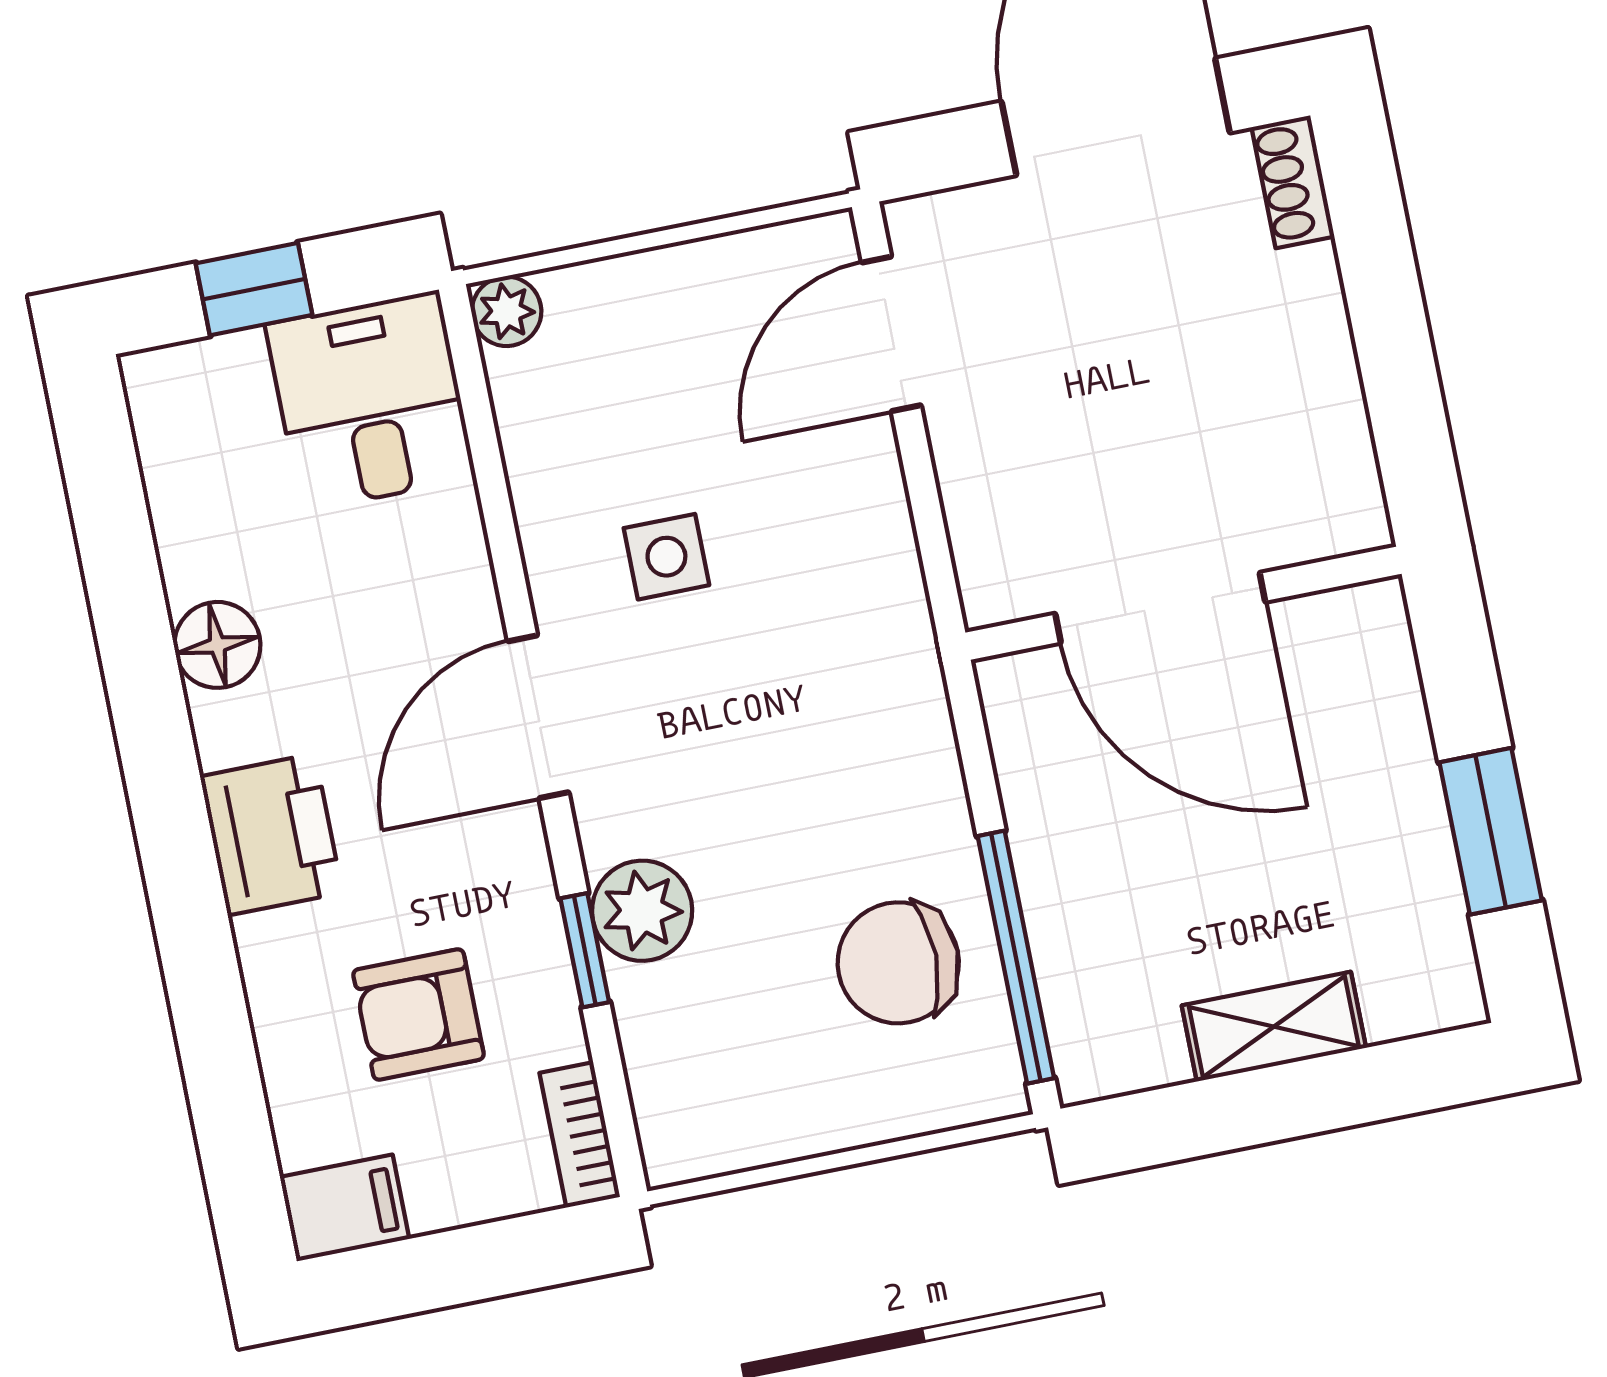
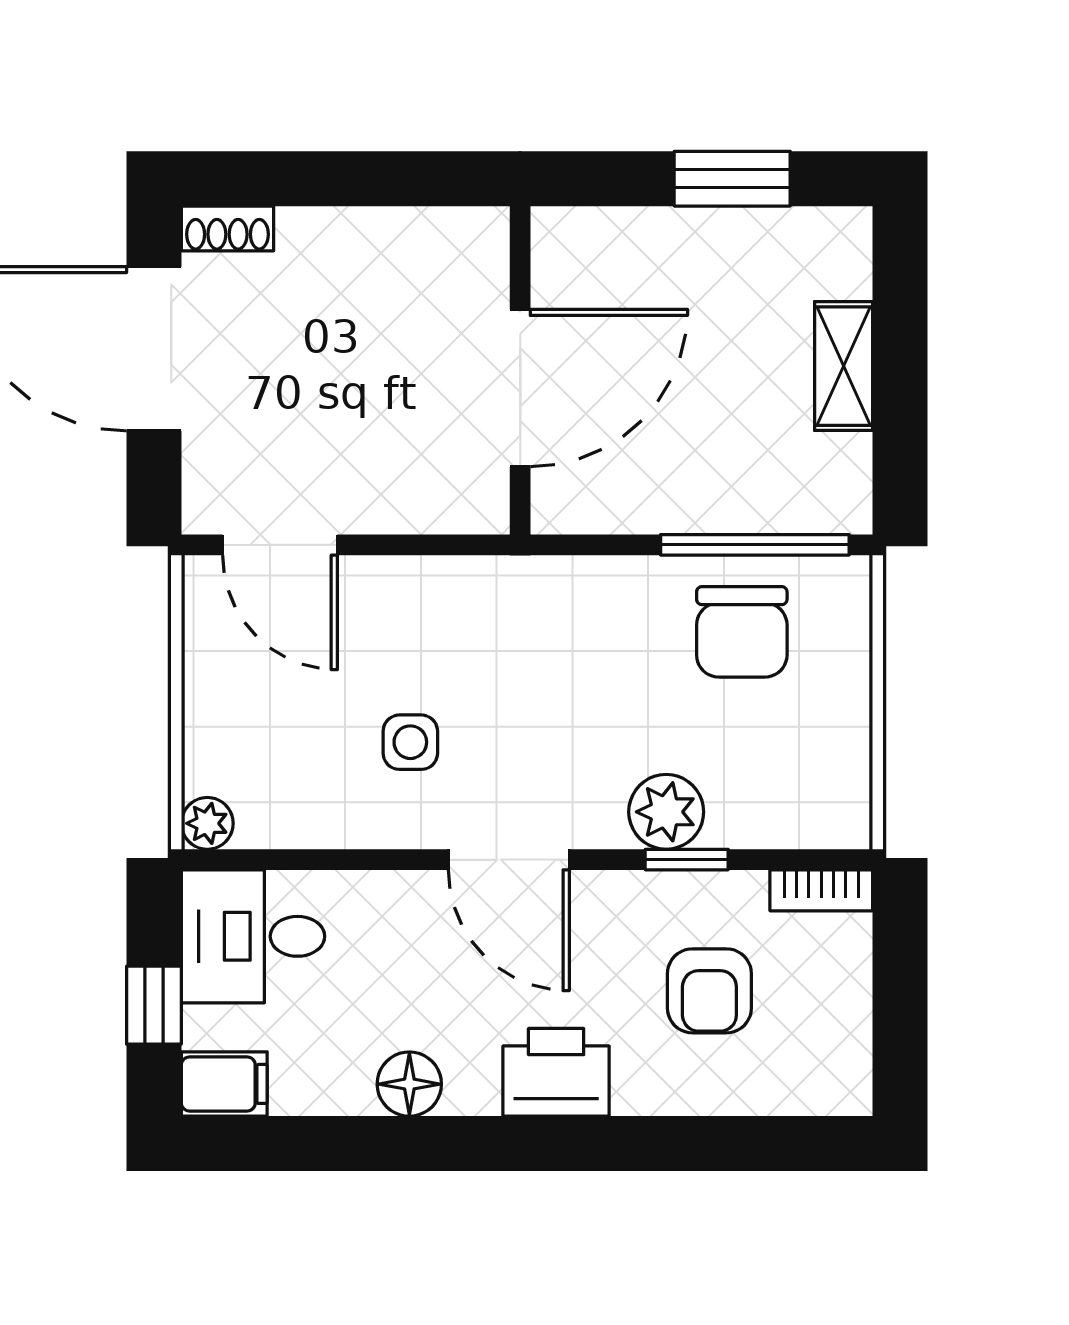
filing cabinet: (345, 1208) -> (224, 1084), moved, turned 90

